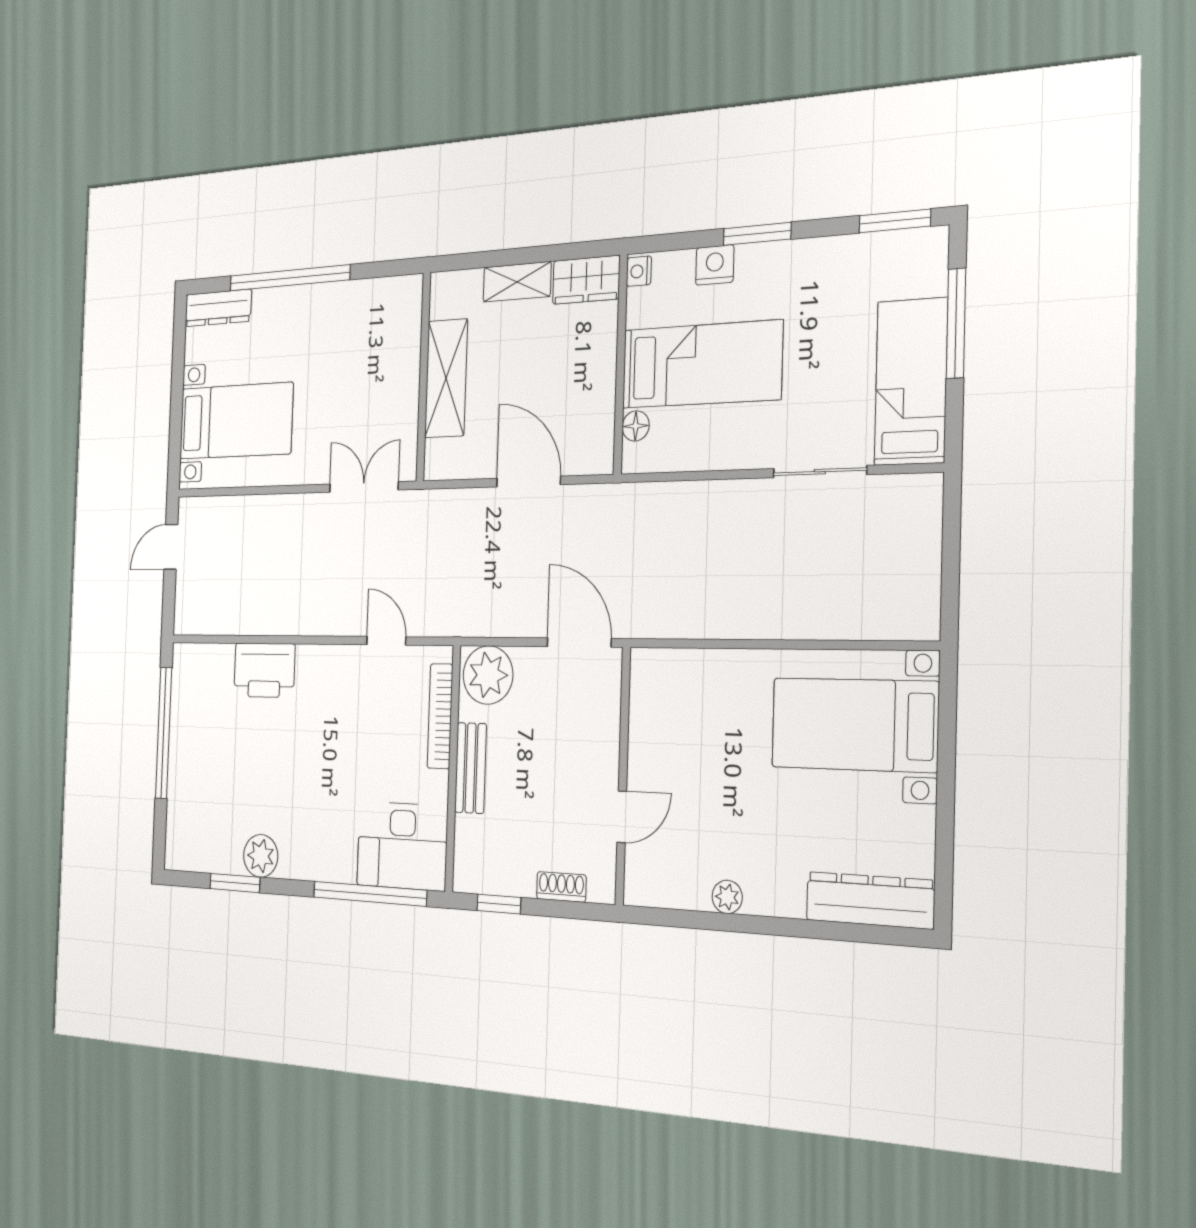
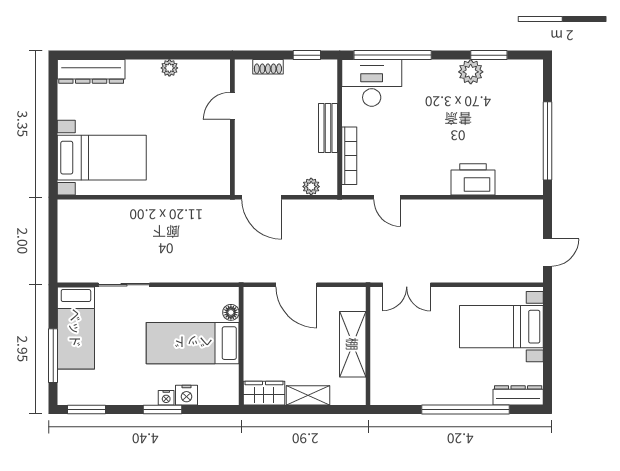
nightstand: (639, 271) -> (166, 398), moved, turned 90
plant: (488, 675) -> (311, 187), width x0.53, depth x0.53

